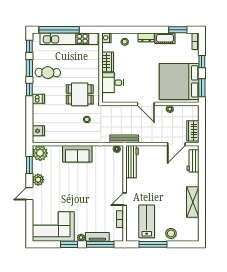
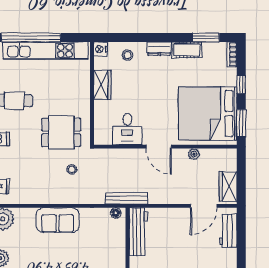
desk: (112, 83) -> (127, 129), moved, turned -90

